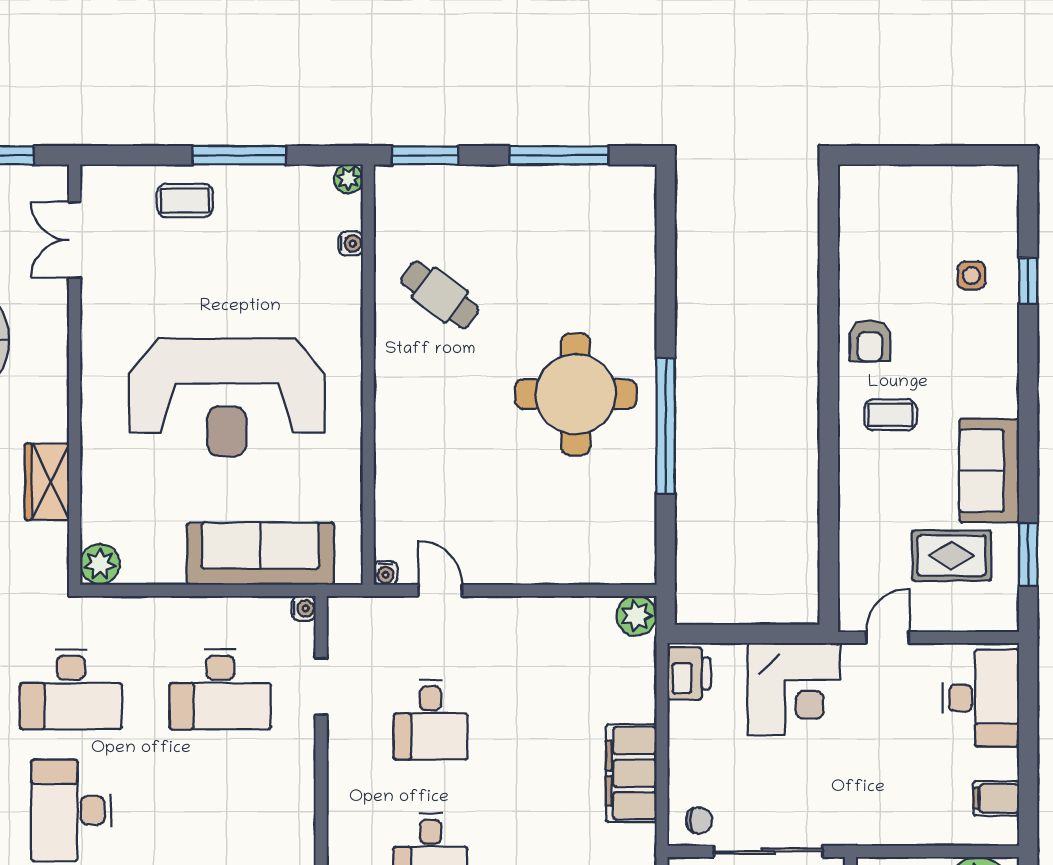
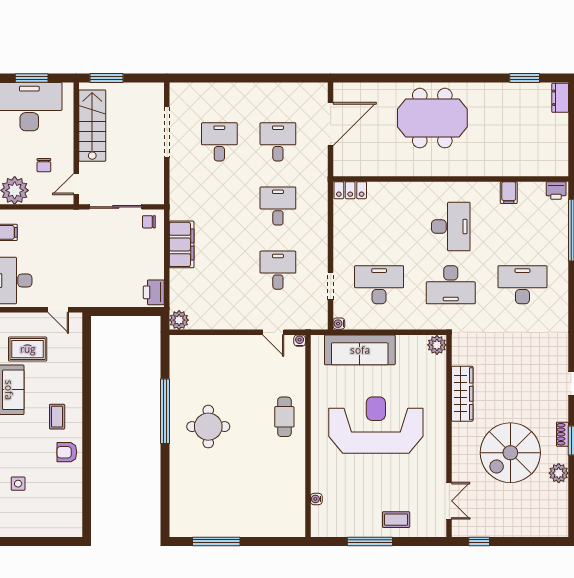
window: (425, 155) -> (281, 541), removed
plant: (348, 179) -> (317, 530), removed
cafe table: (440, 295) -> (284, 417), moved, turned 53
armchair: (870, 341) -> (67, 452), turned -90
round table: (576, 394) -> (208, 427), width x0.73, depth x0.73
coffee table: (890, 415) -> (57, 417), turned 90
wardrobe: (47, 482) -> (462, 394), width x1.50
door: (888, 637) -> (58, 310), hinge flipped
desk: (71, 689) -> (451, 285), turned 180
corner desk: (794, 689) -> (103, 285), removed

